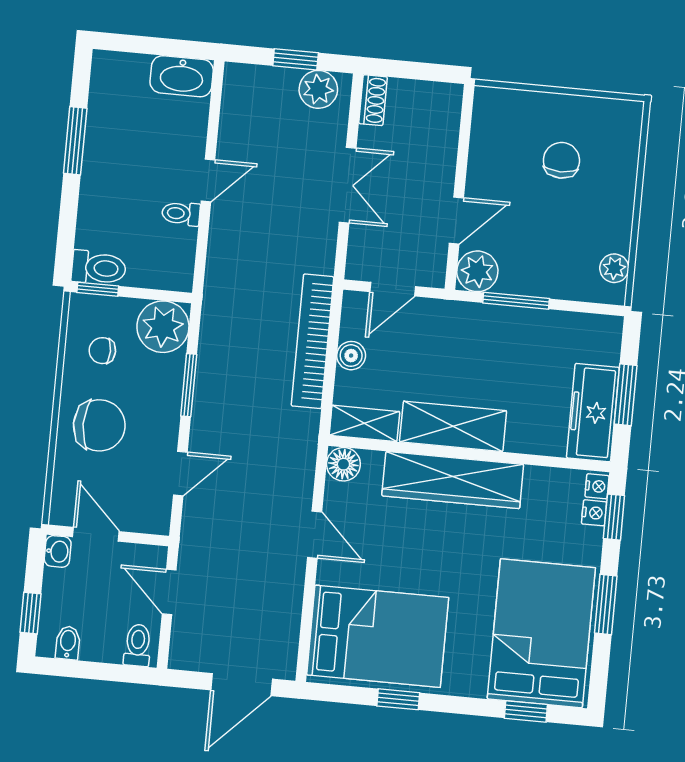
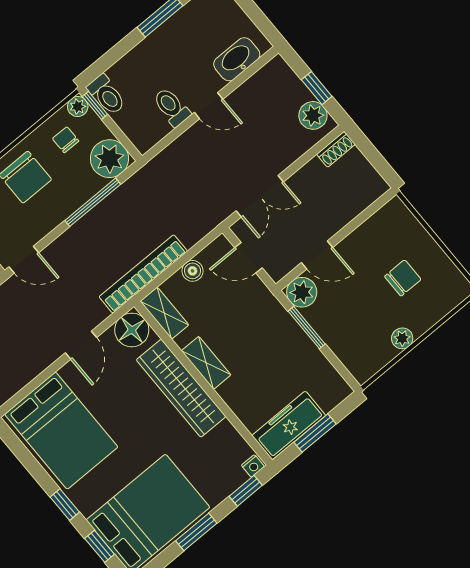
washbasin: (182, 76) -> (237, 59), moved, turned 90
double door: (348, 185) -> (260, 196), moved
toilet: (181, 214) -> (172, 107), width x1.37, depth x1.39
plant: (614, 268) -> (402, 338), moved
plant: (82, 307) -> (78, 107), added
bookcase: (312, 341) -> (143, 274), moved
window: (189, 385) -> (93, 202), width x1.44
shelving: (453, 426) -> (206, 363), width x0.67, depth x0.75
floor lamp: (343, 464) -> (132, 330), width x1.38, depth x1.38
door: (180, 473) -> (24, 260), moved
nightstand: (594, 513) -> (238, 478), removed
window: (398, 699) -> (65, 505), moved

